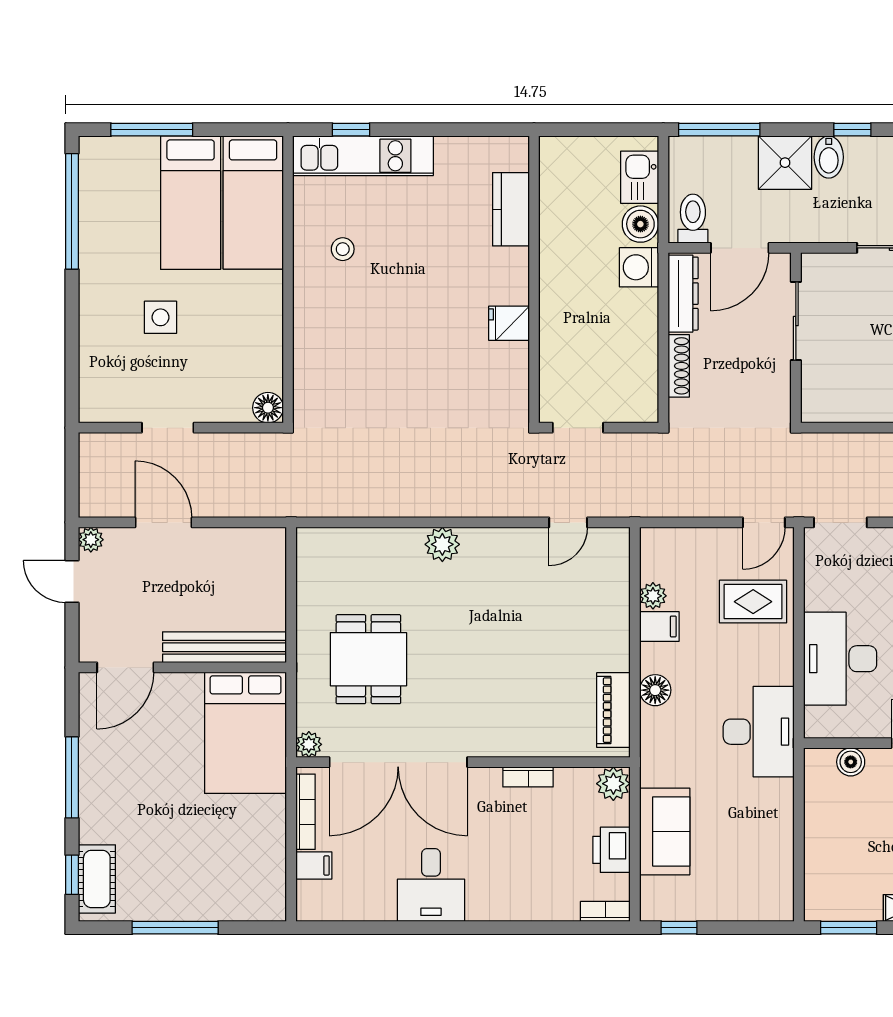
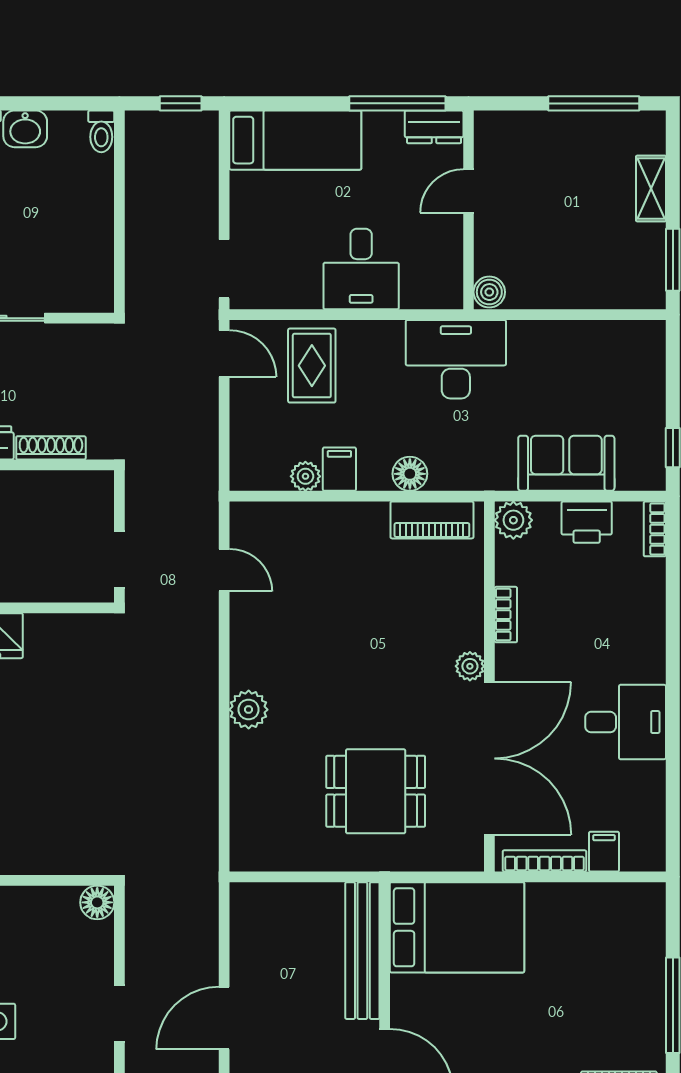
desk: (840, 659) -> (361, 269), width x0.73
plant: (309, 744) -> (470, 666), moved
boiler: (851, 762) -> (489, 292), moved

